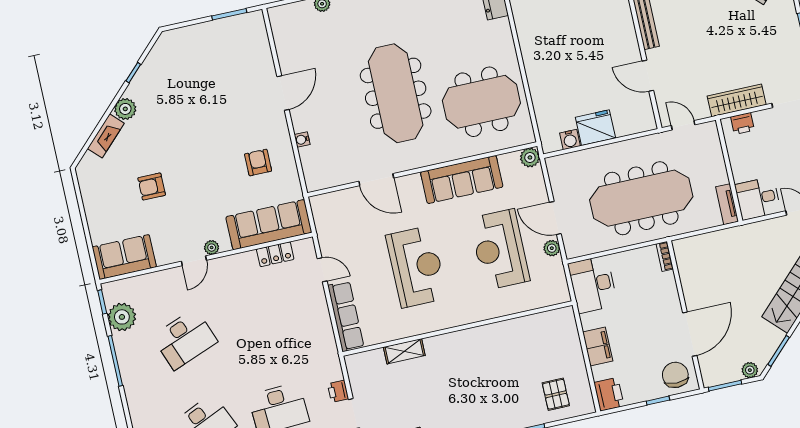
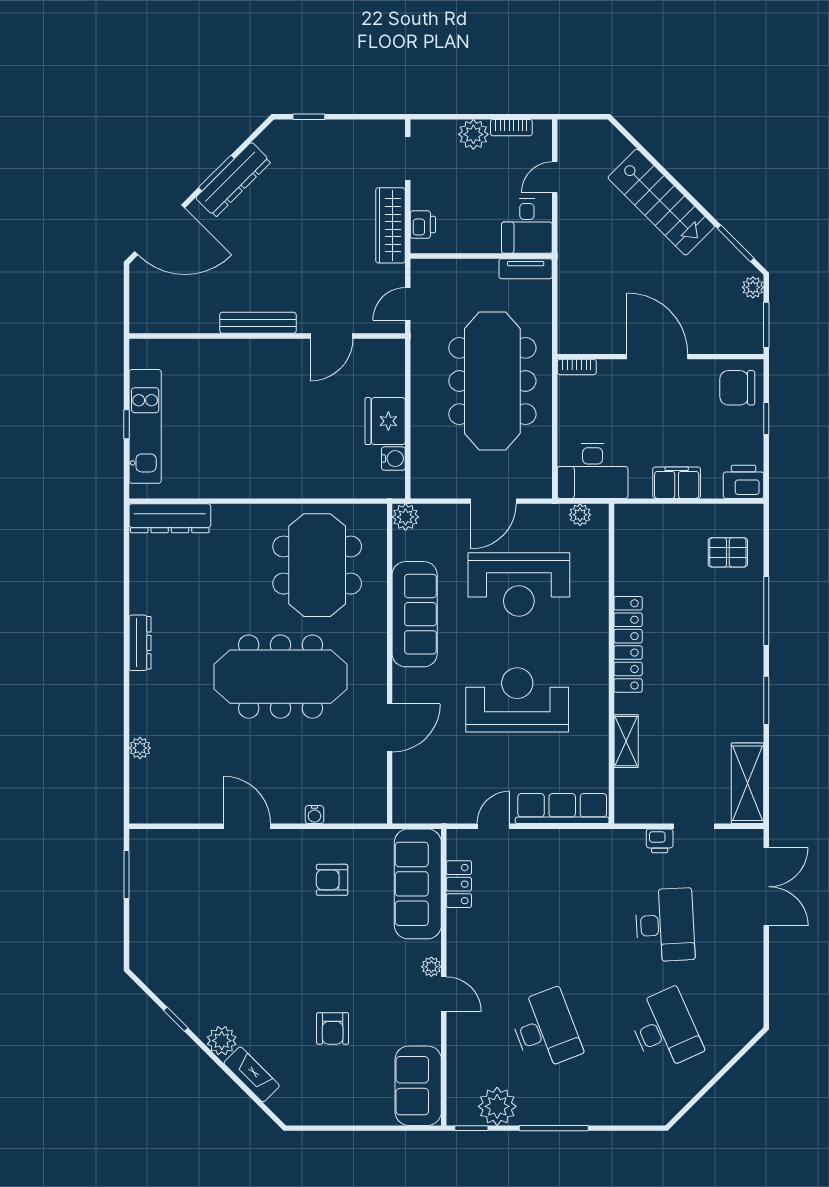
plant: (552, 248) -> (580, 515), moved
door: (690, 334) -> (657, 357), moved
locker: (474, 337) -> (628, 644), added

